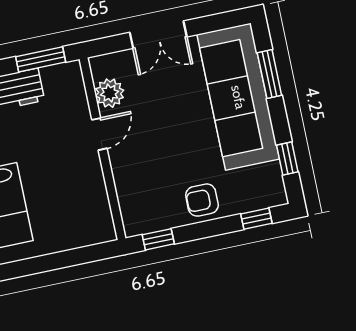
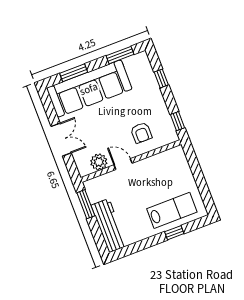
window: (287, 158) -> (120, 55), width x1.50
armchair: (202, 200) -> (141, 133), moved
window: (256, 219) -> (161, 78), moved

